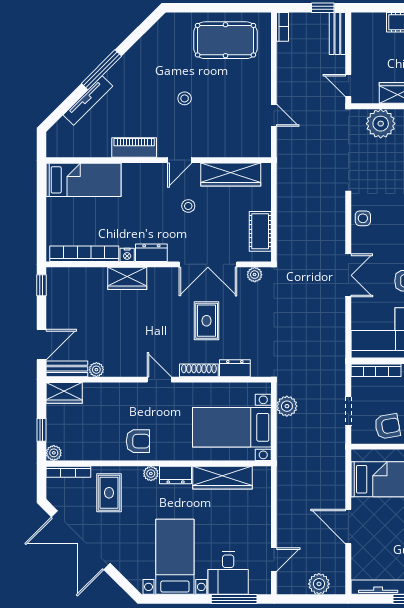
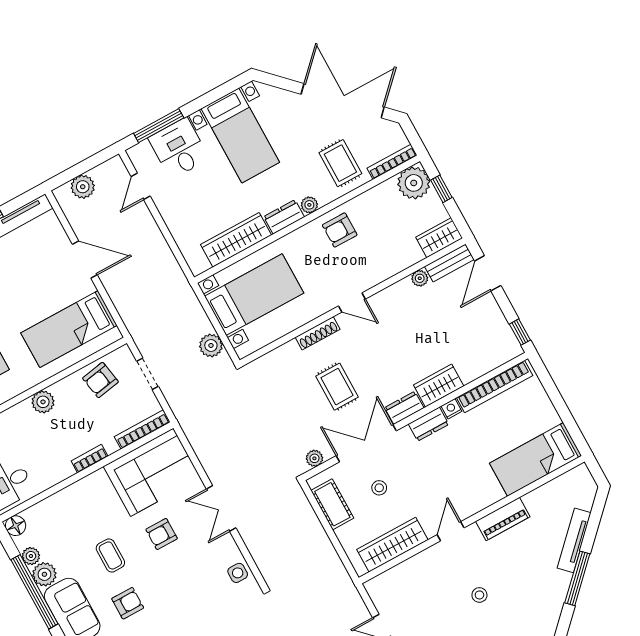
stool: (188, 206) -> (379, 488), moved
dresser: (235, 368) -> (404, 408), moved, turned 180
plant: (54, 453) -> (414, 183), width x1.87, depth x1.87

